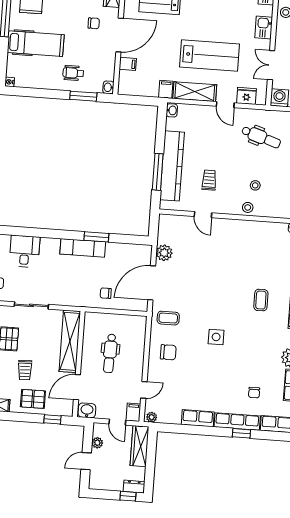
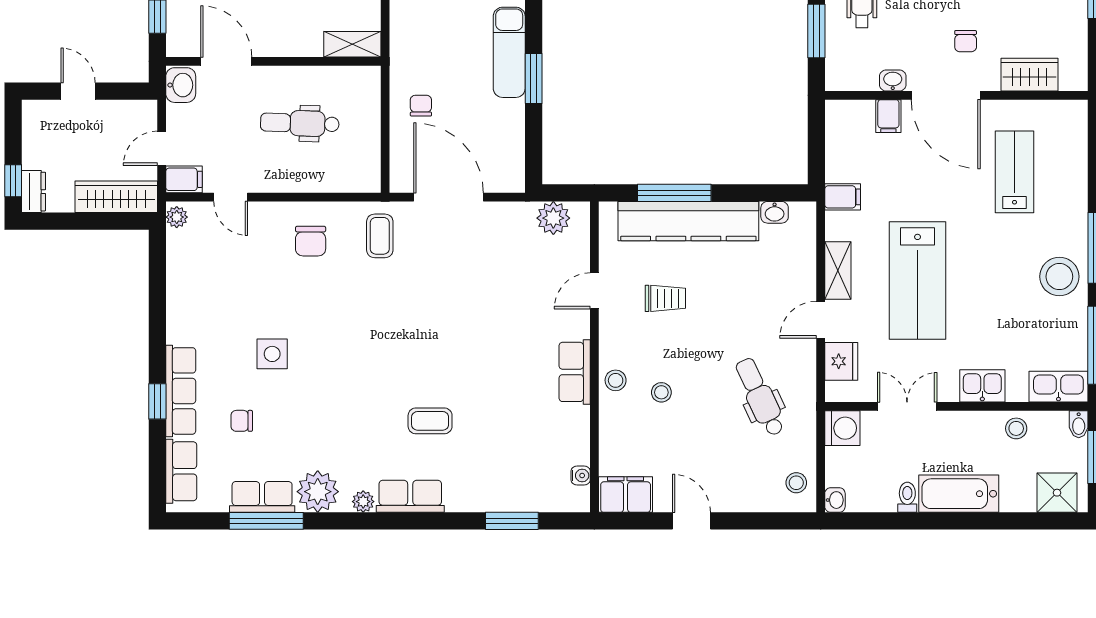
washbasin: (108, 87) -> (893, 80), moved
shelving: (195, 92) -> (838, 270), width x0.67, depth x0.75
washbasin: (172, 110) -> (775, 212), moved
dental chair: (261, 137) -> (760, 397), turned 137
plant: (164, 253) -> (553, 218), moved
side table: (216, 337) -> (272, 354), moved
shelving: (70, 341) -> (352, 44), width x0.45, depth x0.75
row of seats: (198, 418) -> (575, 372), moved, turned 180
plant: (97, 443) -> (117, 111), removed

